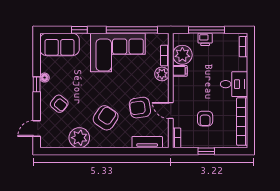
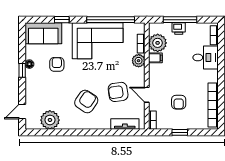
desk: (234, 84) -> (206, 57), moved
armchair: (59, 104) -> (57, 64), moved, turned -130
plant: (79, 138) -> (50, 120), moved

